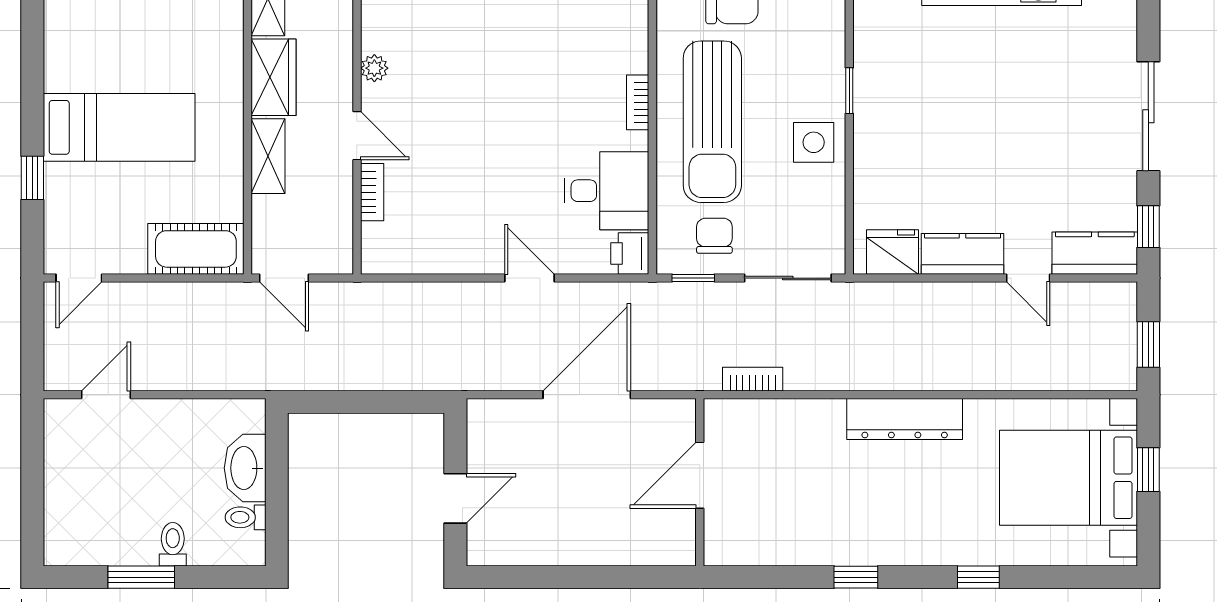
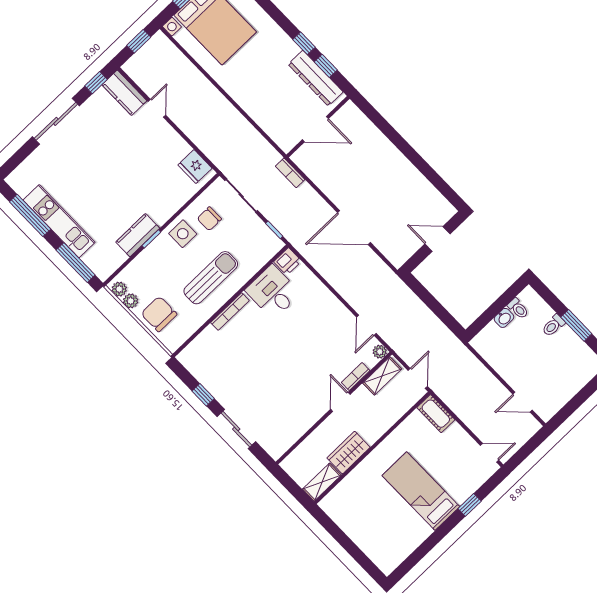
plant: (374, 68) -> (380, 352), moved
bookcase: (638, 102) -> (230, 312), width x1.56
sun lounger: (712, 122) -> (211, 278), width x0.73, depth x0.75
shelving: (268, 156) -> (382, 376), moved
chair: (714, 236) -> (209, 219), moved
cot: (196, 249) -> (436, 414), width x0.73, depth x0.75
kitchen counter: (963, 254) -> (138, 235), moved, turned 90
door: (530, 278) -> (366, 325), moved
dresser: (905, 419) -> (316, 78), moved, turned 180
washbasin: (245, 468) -> (504, 318), width x0.52, depth x0.69
door: (700, 475) -> (315, 129), moved
wall: (700, 482) -> (318, 127), moved
window: (978, 577) -> (304, 43), moved

